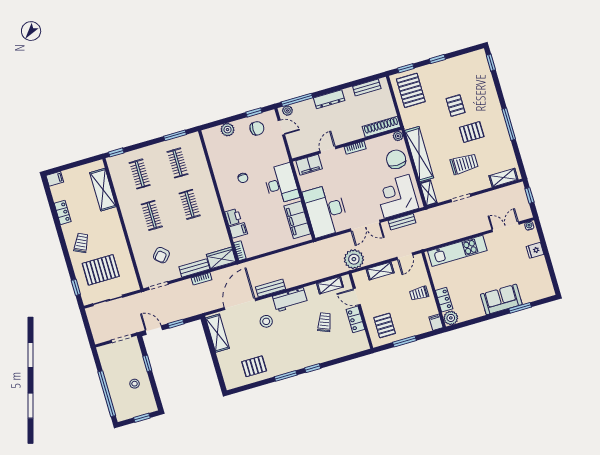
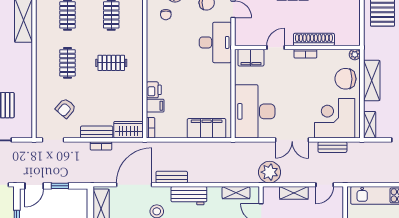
shoe rack: (381, 127) -> (314, 39), moved
shelving: (419, 154) -> (372, 80), width x0.68
chair: (396, 159) -> (345, 79), turned -90
chair: (243, 178) -> (166, 15), moved
desk: (281, 184) -> (215, 42), moved
clothes rail: (190, 204) -> (111, 63), turned 90
filing cabinet: (297, 220) -> (207, 128), moved, turned 90
door: (154, 330) -> (34, 186), swing flipped

